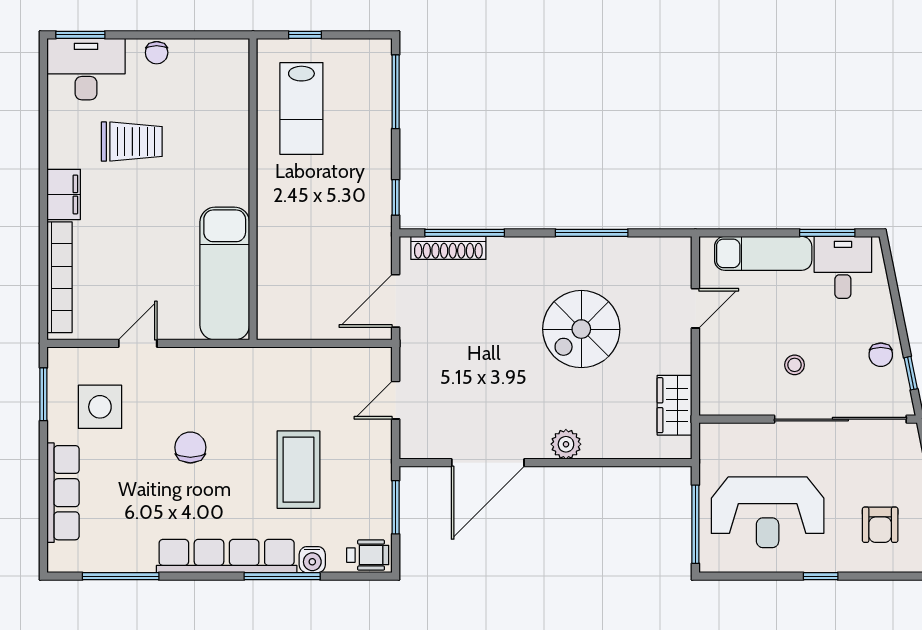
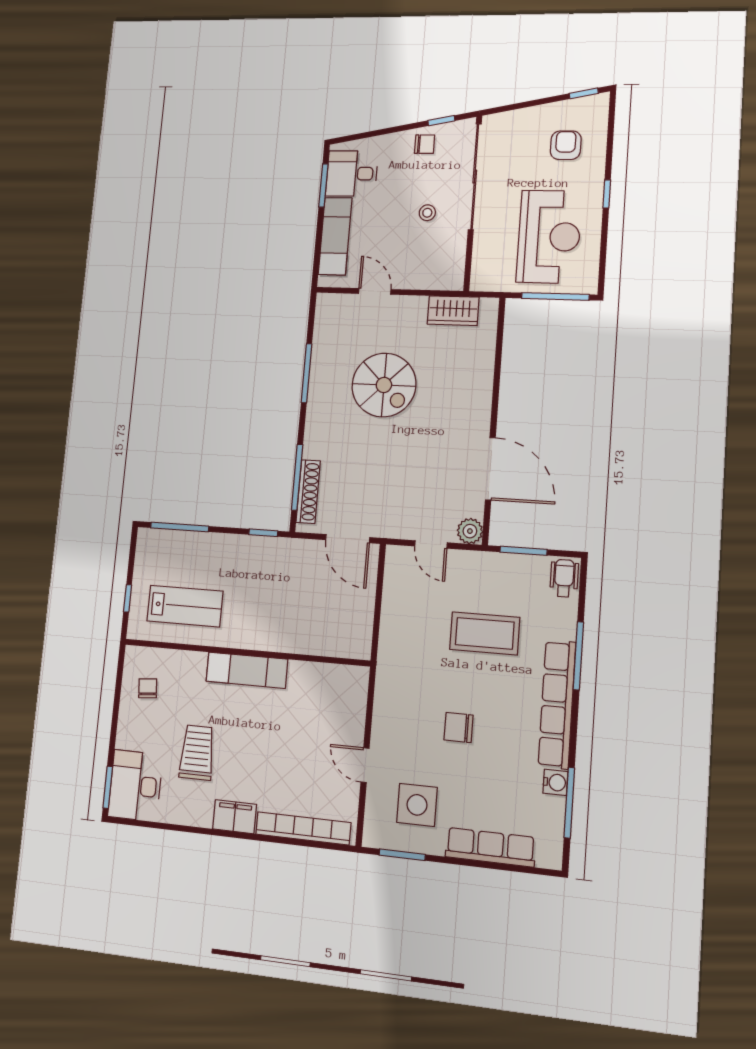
chair: (157, 53) -> (148, 688), moved, turned -95
exam couch: (225, 274) -> (247, 670), moved, width x0.73, depth x0.69
plant: (566, 444) -> (470, 531), moved
armchair: (880, 525) -> (566, 145), turned -90
water cooler: (312, 560) -> (555, 782), moved

